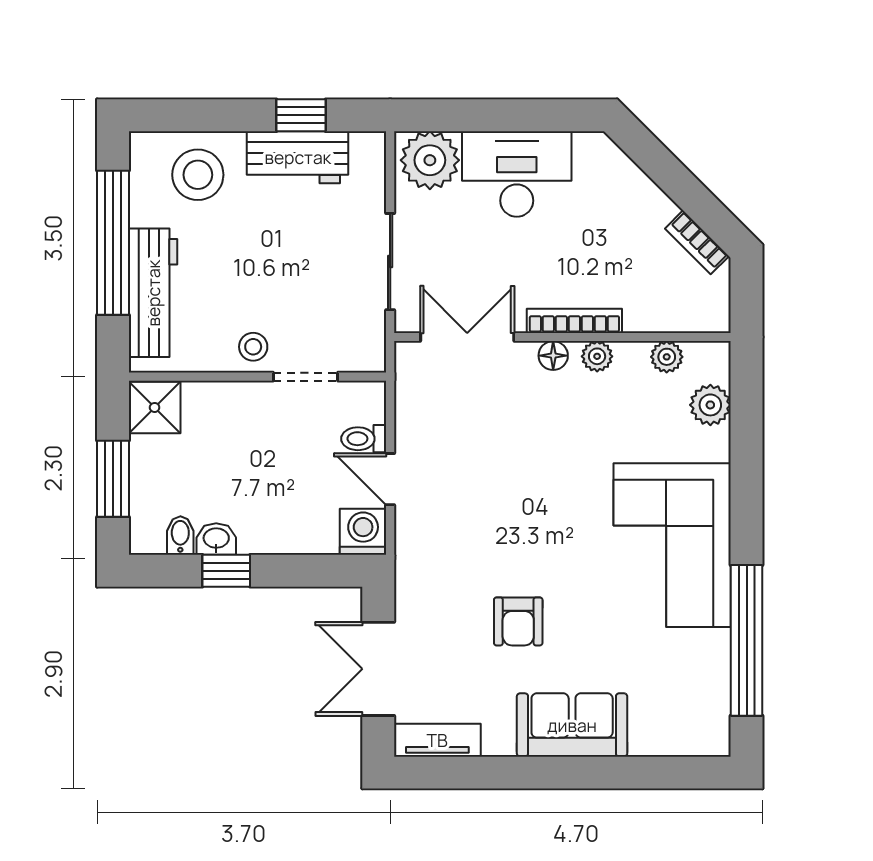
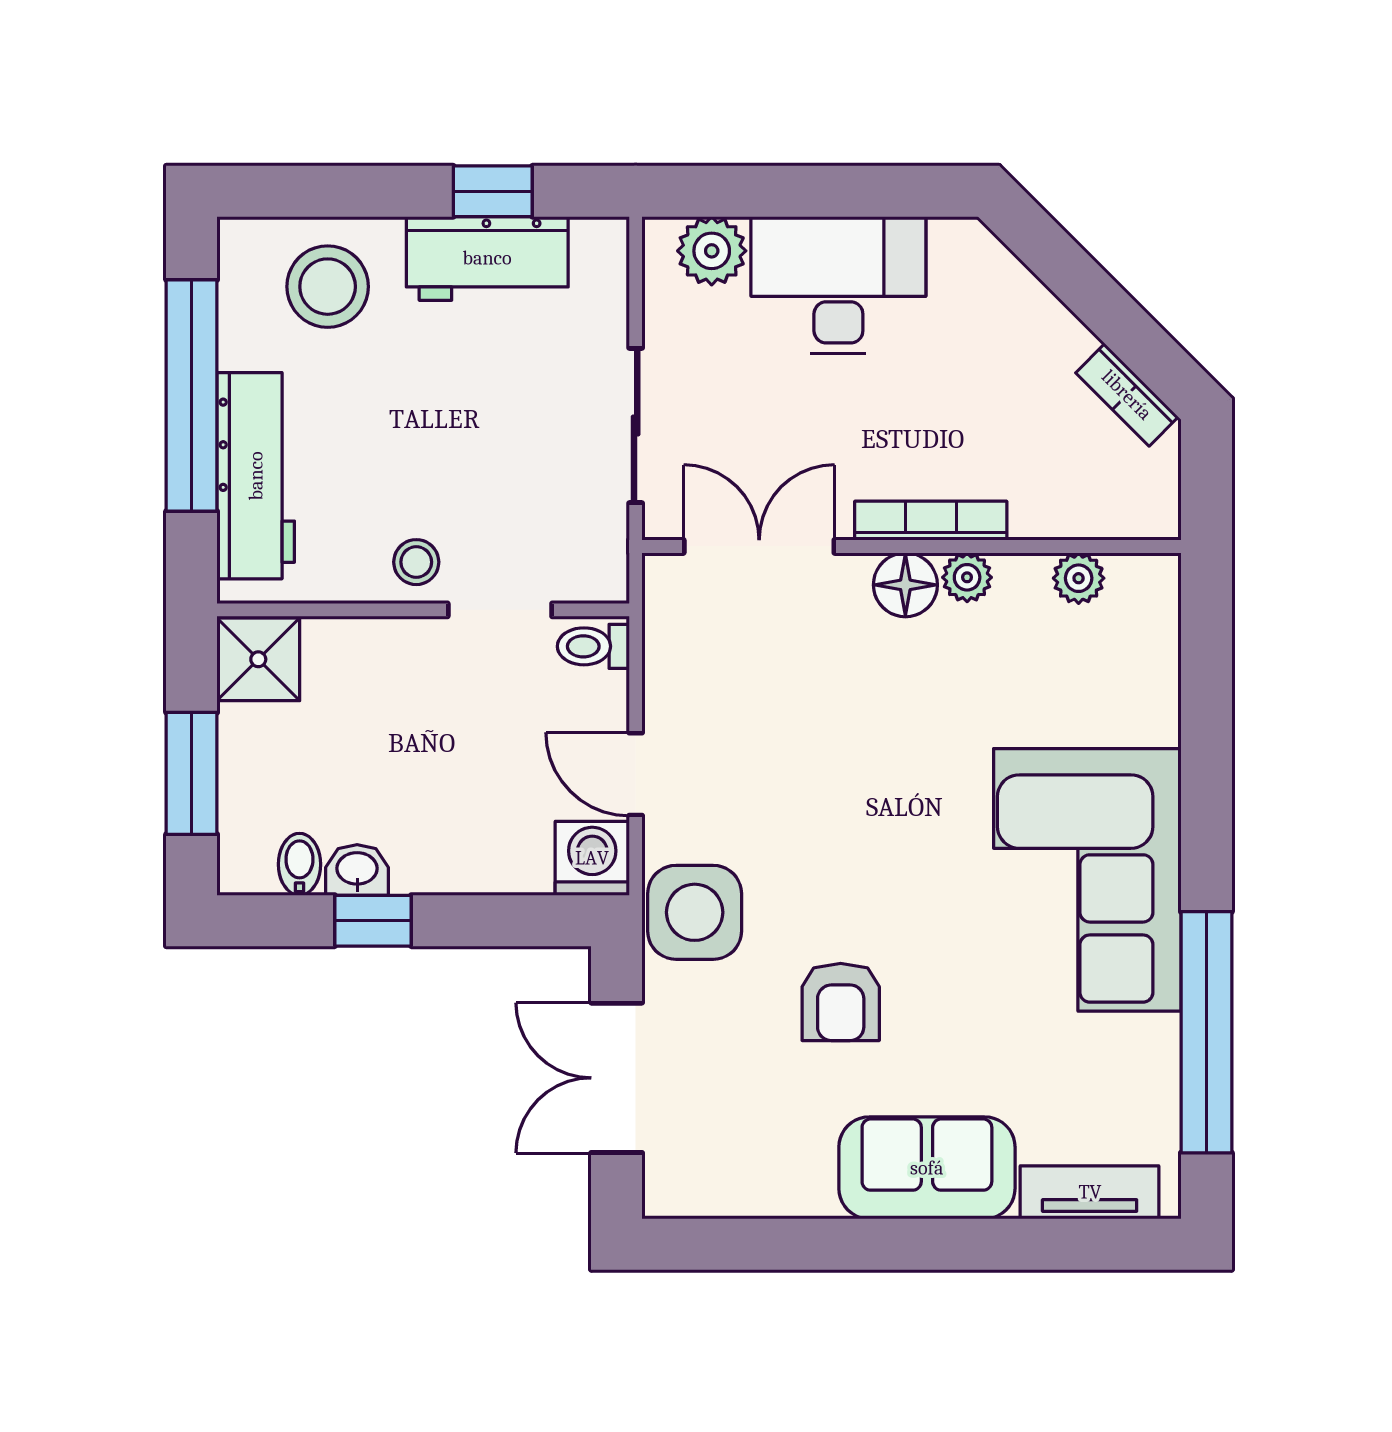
plant: (430, 160) -> (712, 251), width x0.73, depth x0.73
floor lamp: (553, 356) -> (905, 585), width x1.37, depth x1.37
plant: (710, 405) -> (1148, 655), removed
toilet: (364, 439) -> (593, 646), moved
side table: (427, 565) -> (695, 912), added
tv unit: (437, 740) -> (1090, 1192), moved

